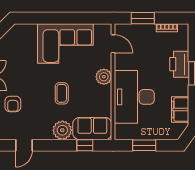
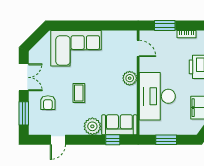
corner sofa: (65, 43) -> (76, 48), moved
coffee table: (62, 93) -> (79, 93), moved

